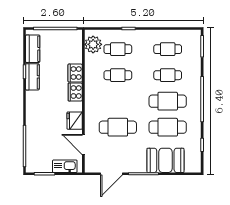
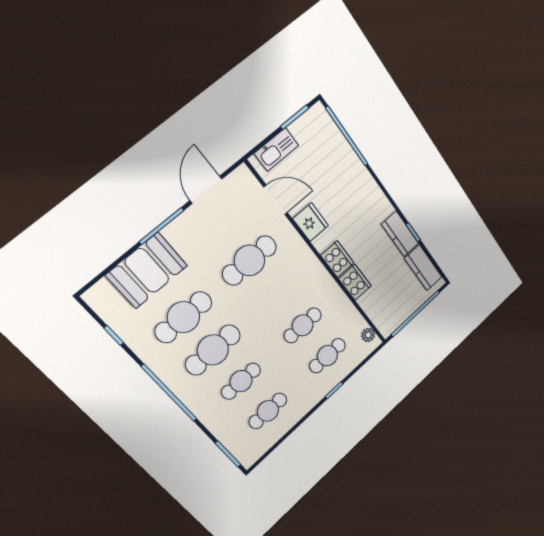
plant: (93, 44) -> (368, 335), width x0.53, depth x0.53

